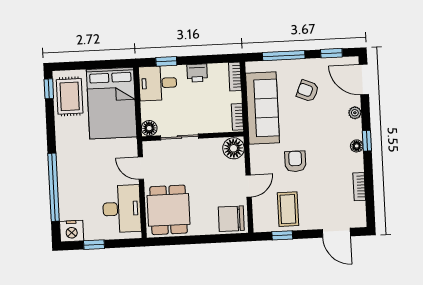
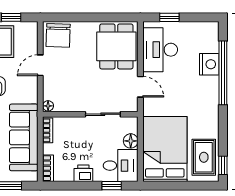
floor lamp: (149, 128) -> (131, 141), moved
floor lamp: (234, 148) -> (48, 106), width x0.53, depth x0.53
chair: (231, 219) -> (58, 35), turned 92
nightstand: (72, 231) -> (209, 64), moved, turned 90
window: (94, 245) -> (169, 17), moved

